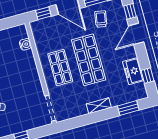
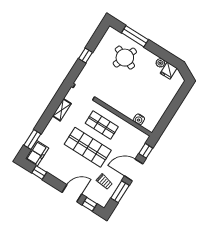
door: (136, 34) -> (72, 193), hinge flipped
freezer: (133, 71) -> (37, 153), moved, turned 90
shelving: (99, 106) -> (62, 110), moved

